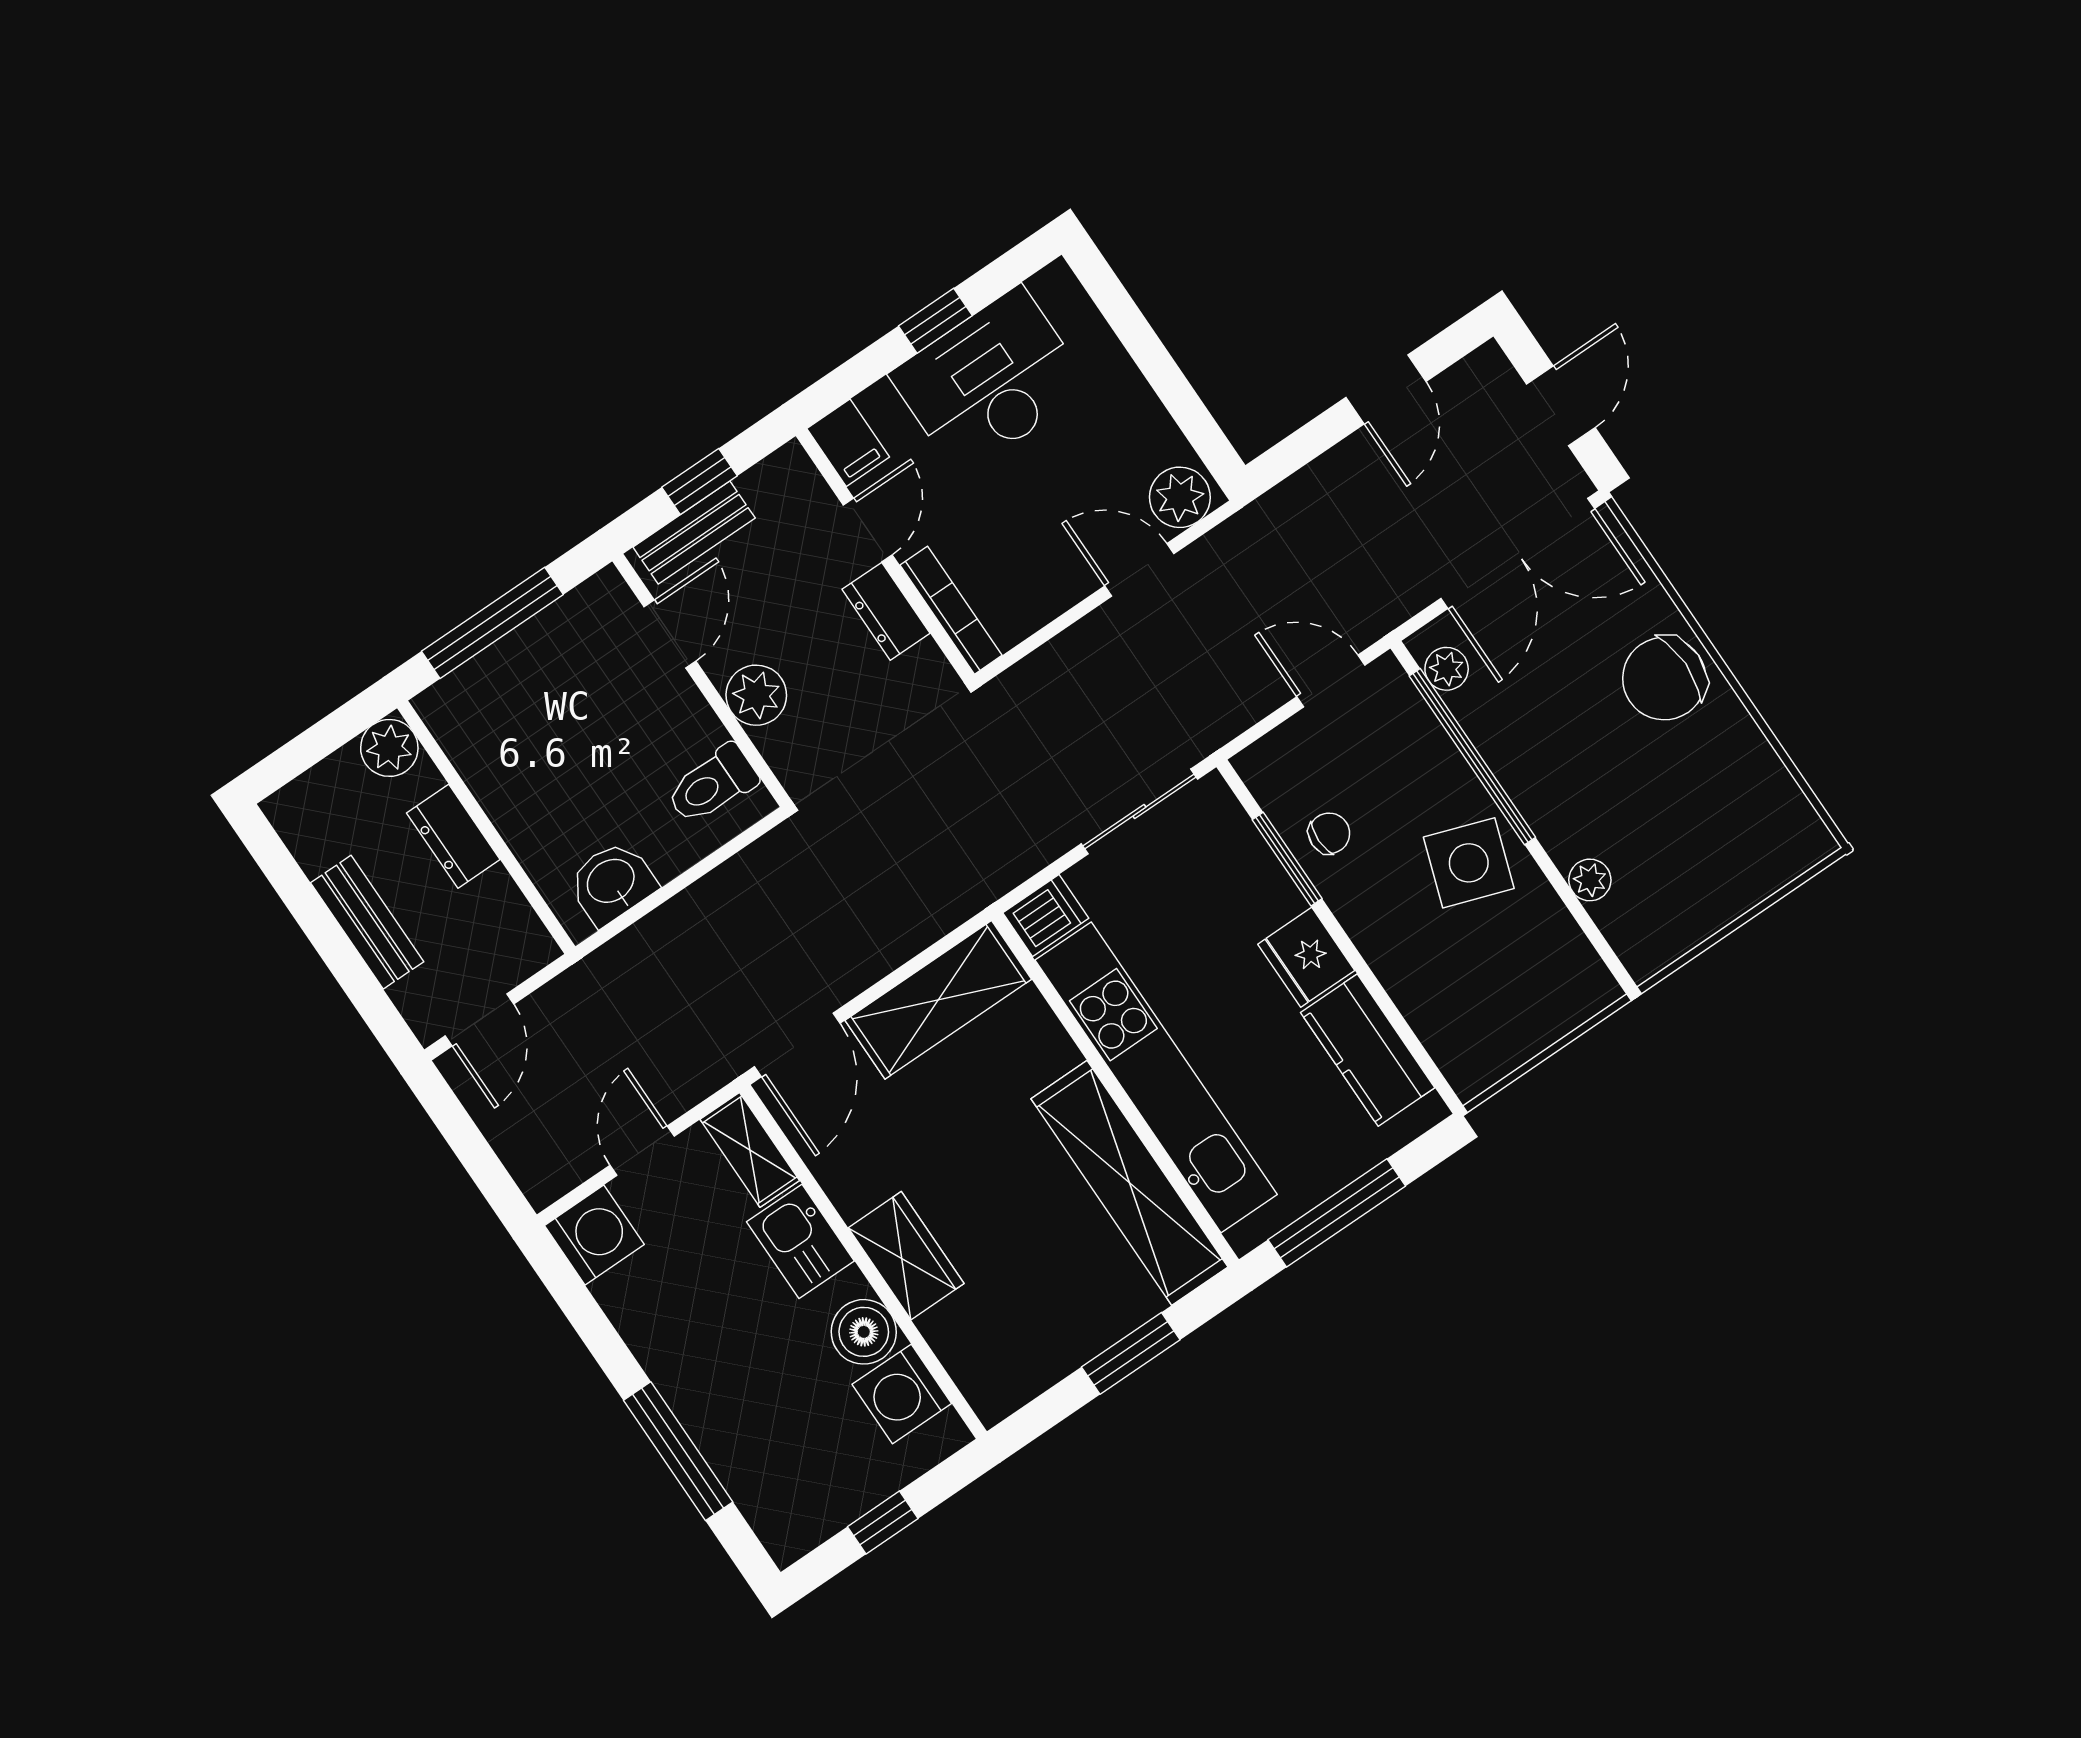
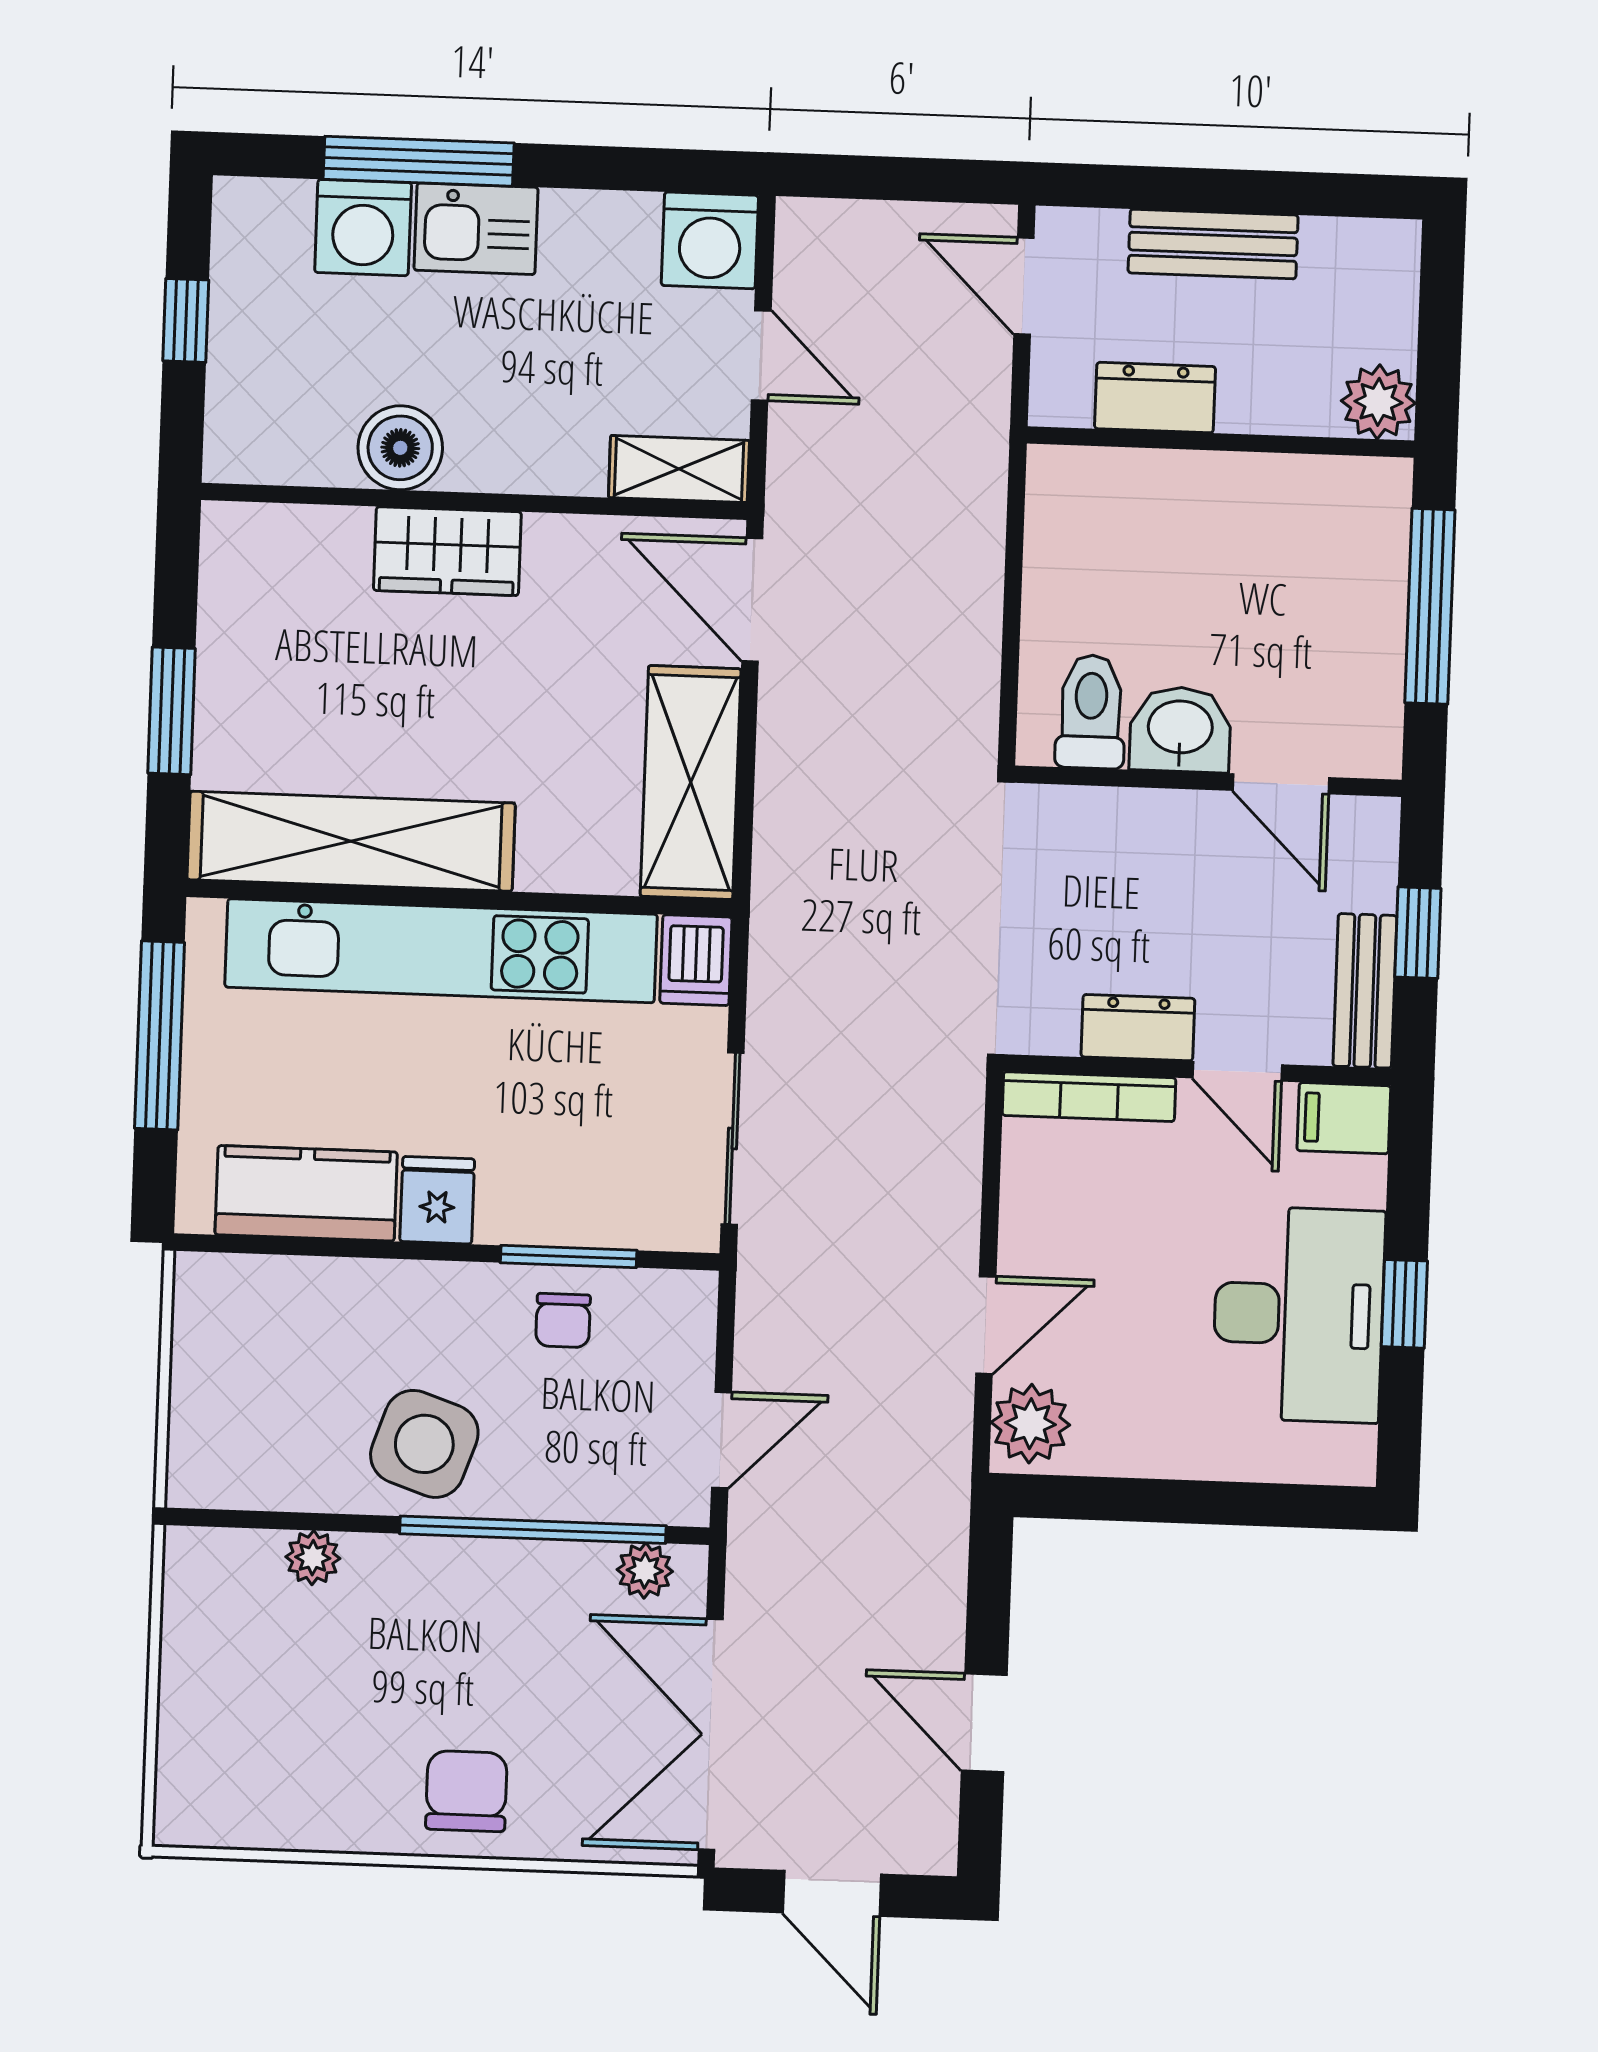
bench: (694, 533) -> (1365, 991), moved
chair: (1664, 679) -> (466, 1791), width x0.73, depth x0.73
plant: (756, 695) -> (1150, 827), removed
dresser: (453, 836) -> (1155, 398), moved
washbasin: (612, 882) -> (1180, 729), moved, turned -90
fridge: (1306, 957) -> (437, 1200), width x0.72
kitchen sink: (800, 1241) -> (476, 229), moved, turned 180
washing machine: (902, 1394) -> (363, 228), moved, turned 180

